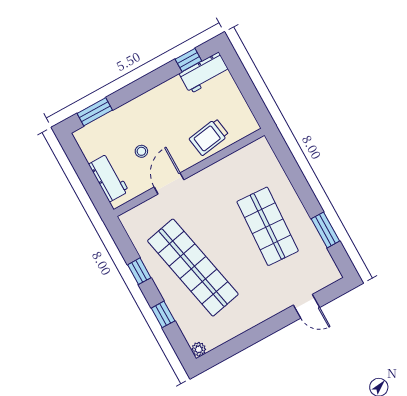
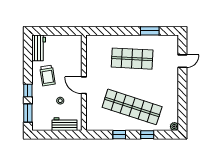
window: (188, 60) -> (28, 91), moved
trolley: (209, 137) -> (47, 76), moved
door: (169, 183) -> (84, 85), moved
shop shelf: (193, 268) -> (132, 107), turned 30

